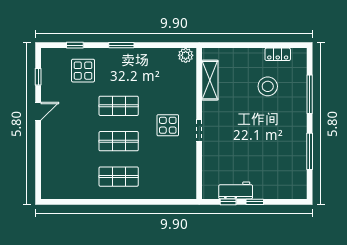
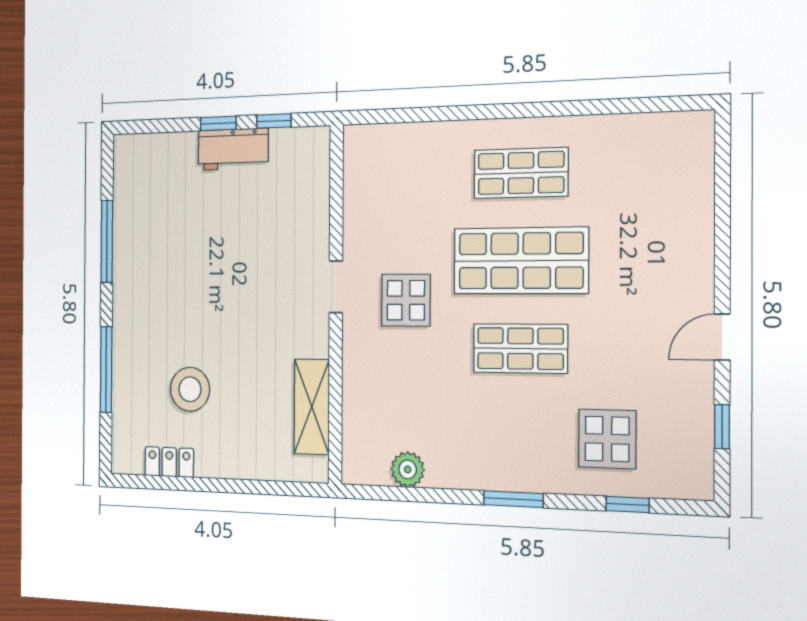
plant: (186, 55) -> (408, 469), moved
shop shelf: (119, 141) -> (521, 261), width x1.43, depth x1.36
workbench: (236, 190) -> (233, 149), moved

